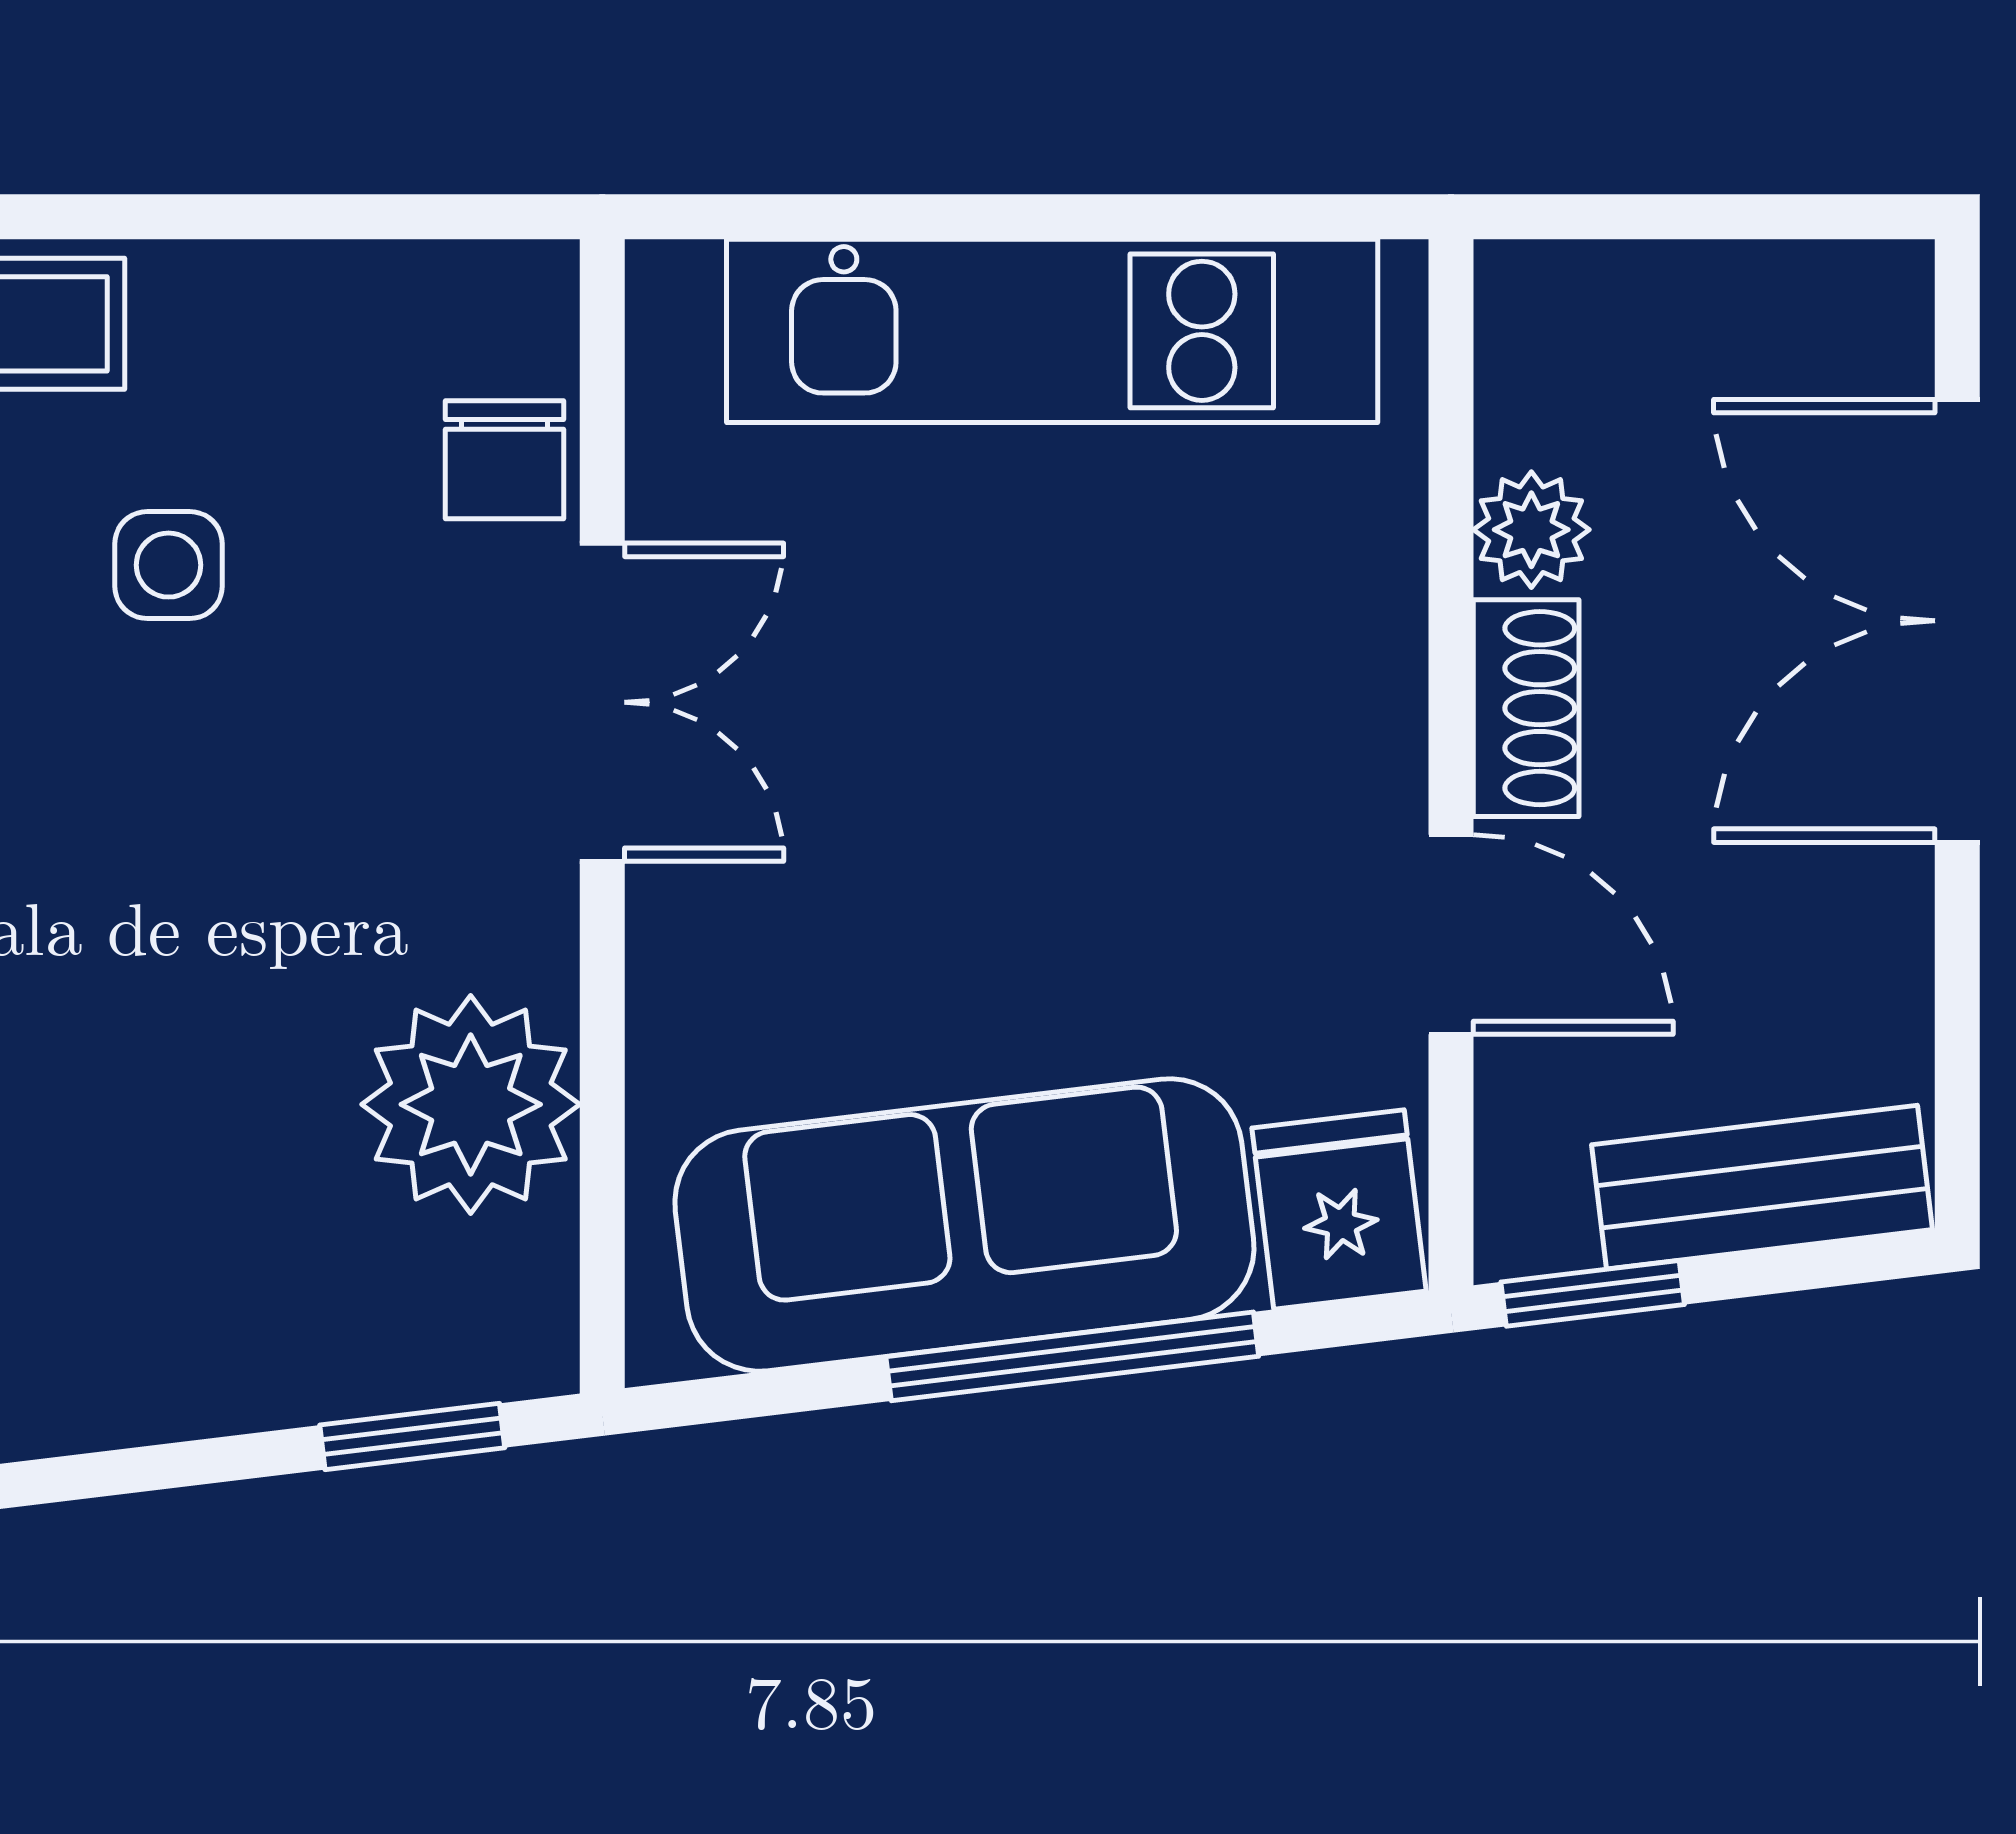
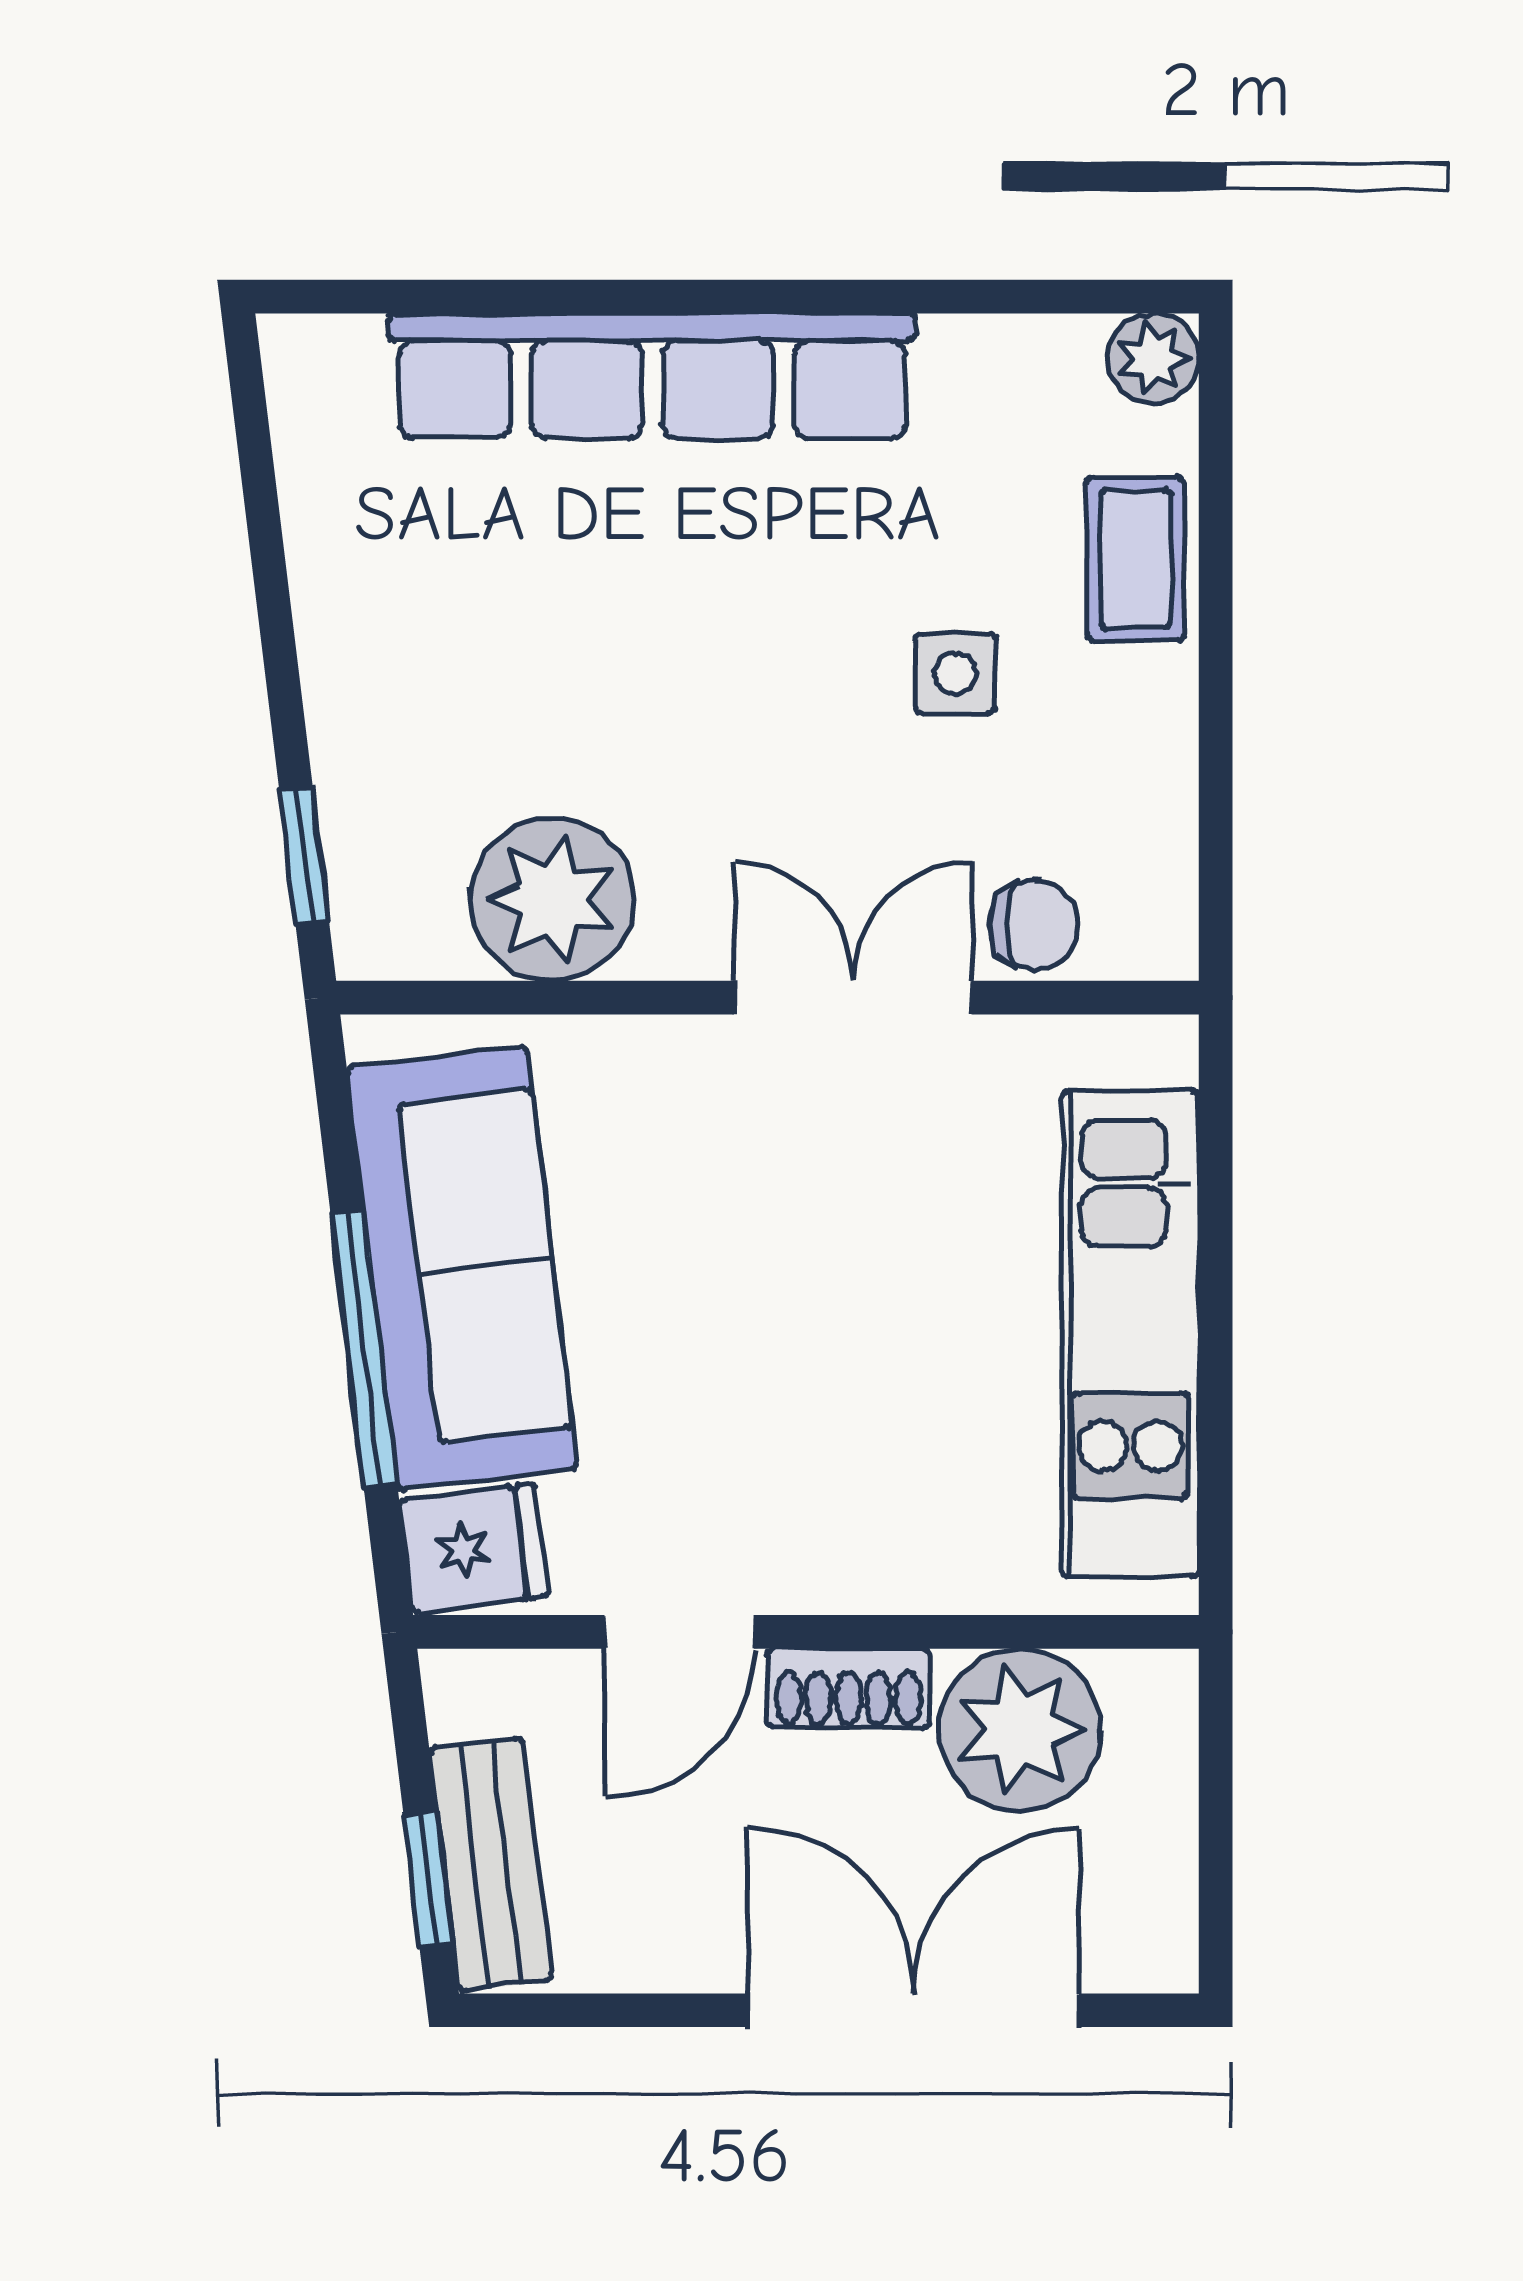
chair: (505, 460) -> (1034, 925), turned 180
plant: (1531, 530) -> (1020, 1730), width x1.88, depth x1.88
double door: (602, 702) -> (853, 998), swing flipped
window: (1593, 1293) -> (428, 1879), moved

